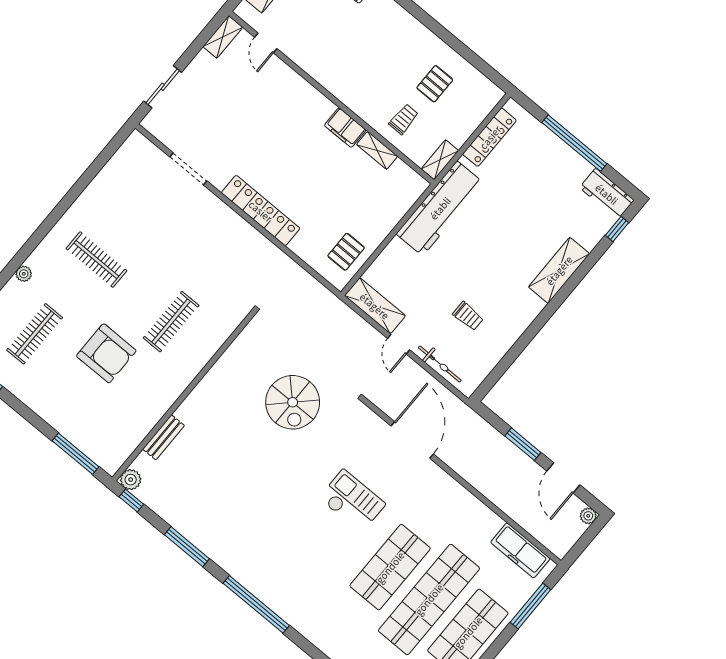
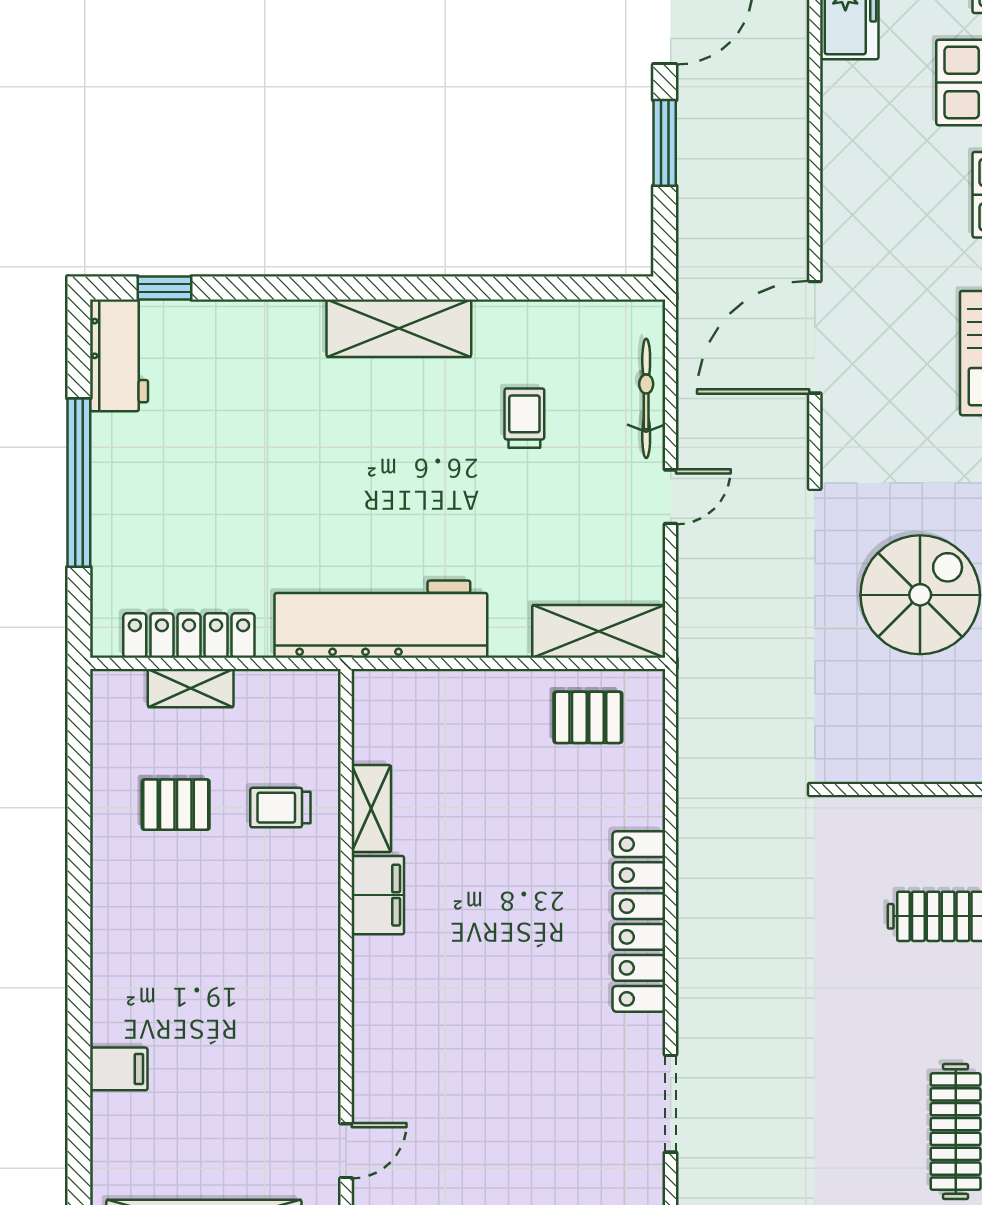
shelving: (440, 160) -> (191, 688), moved
shelving: (559, 270) -> (399, 328), moved
shelving: (375, 306) -> (599, 631), moved, turned 90

